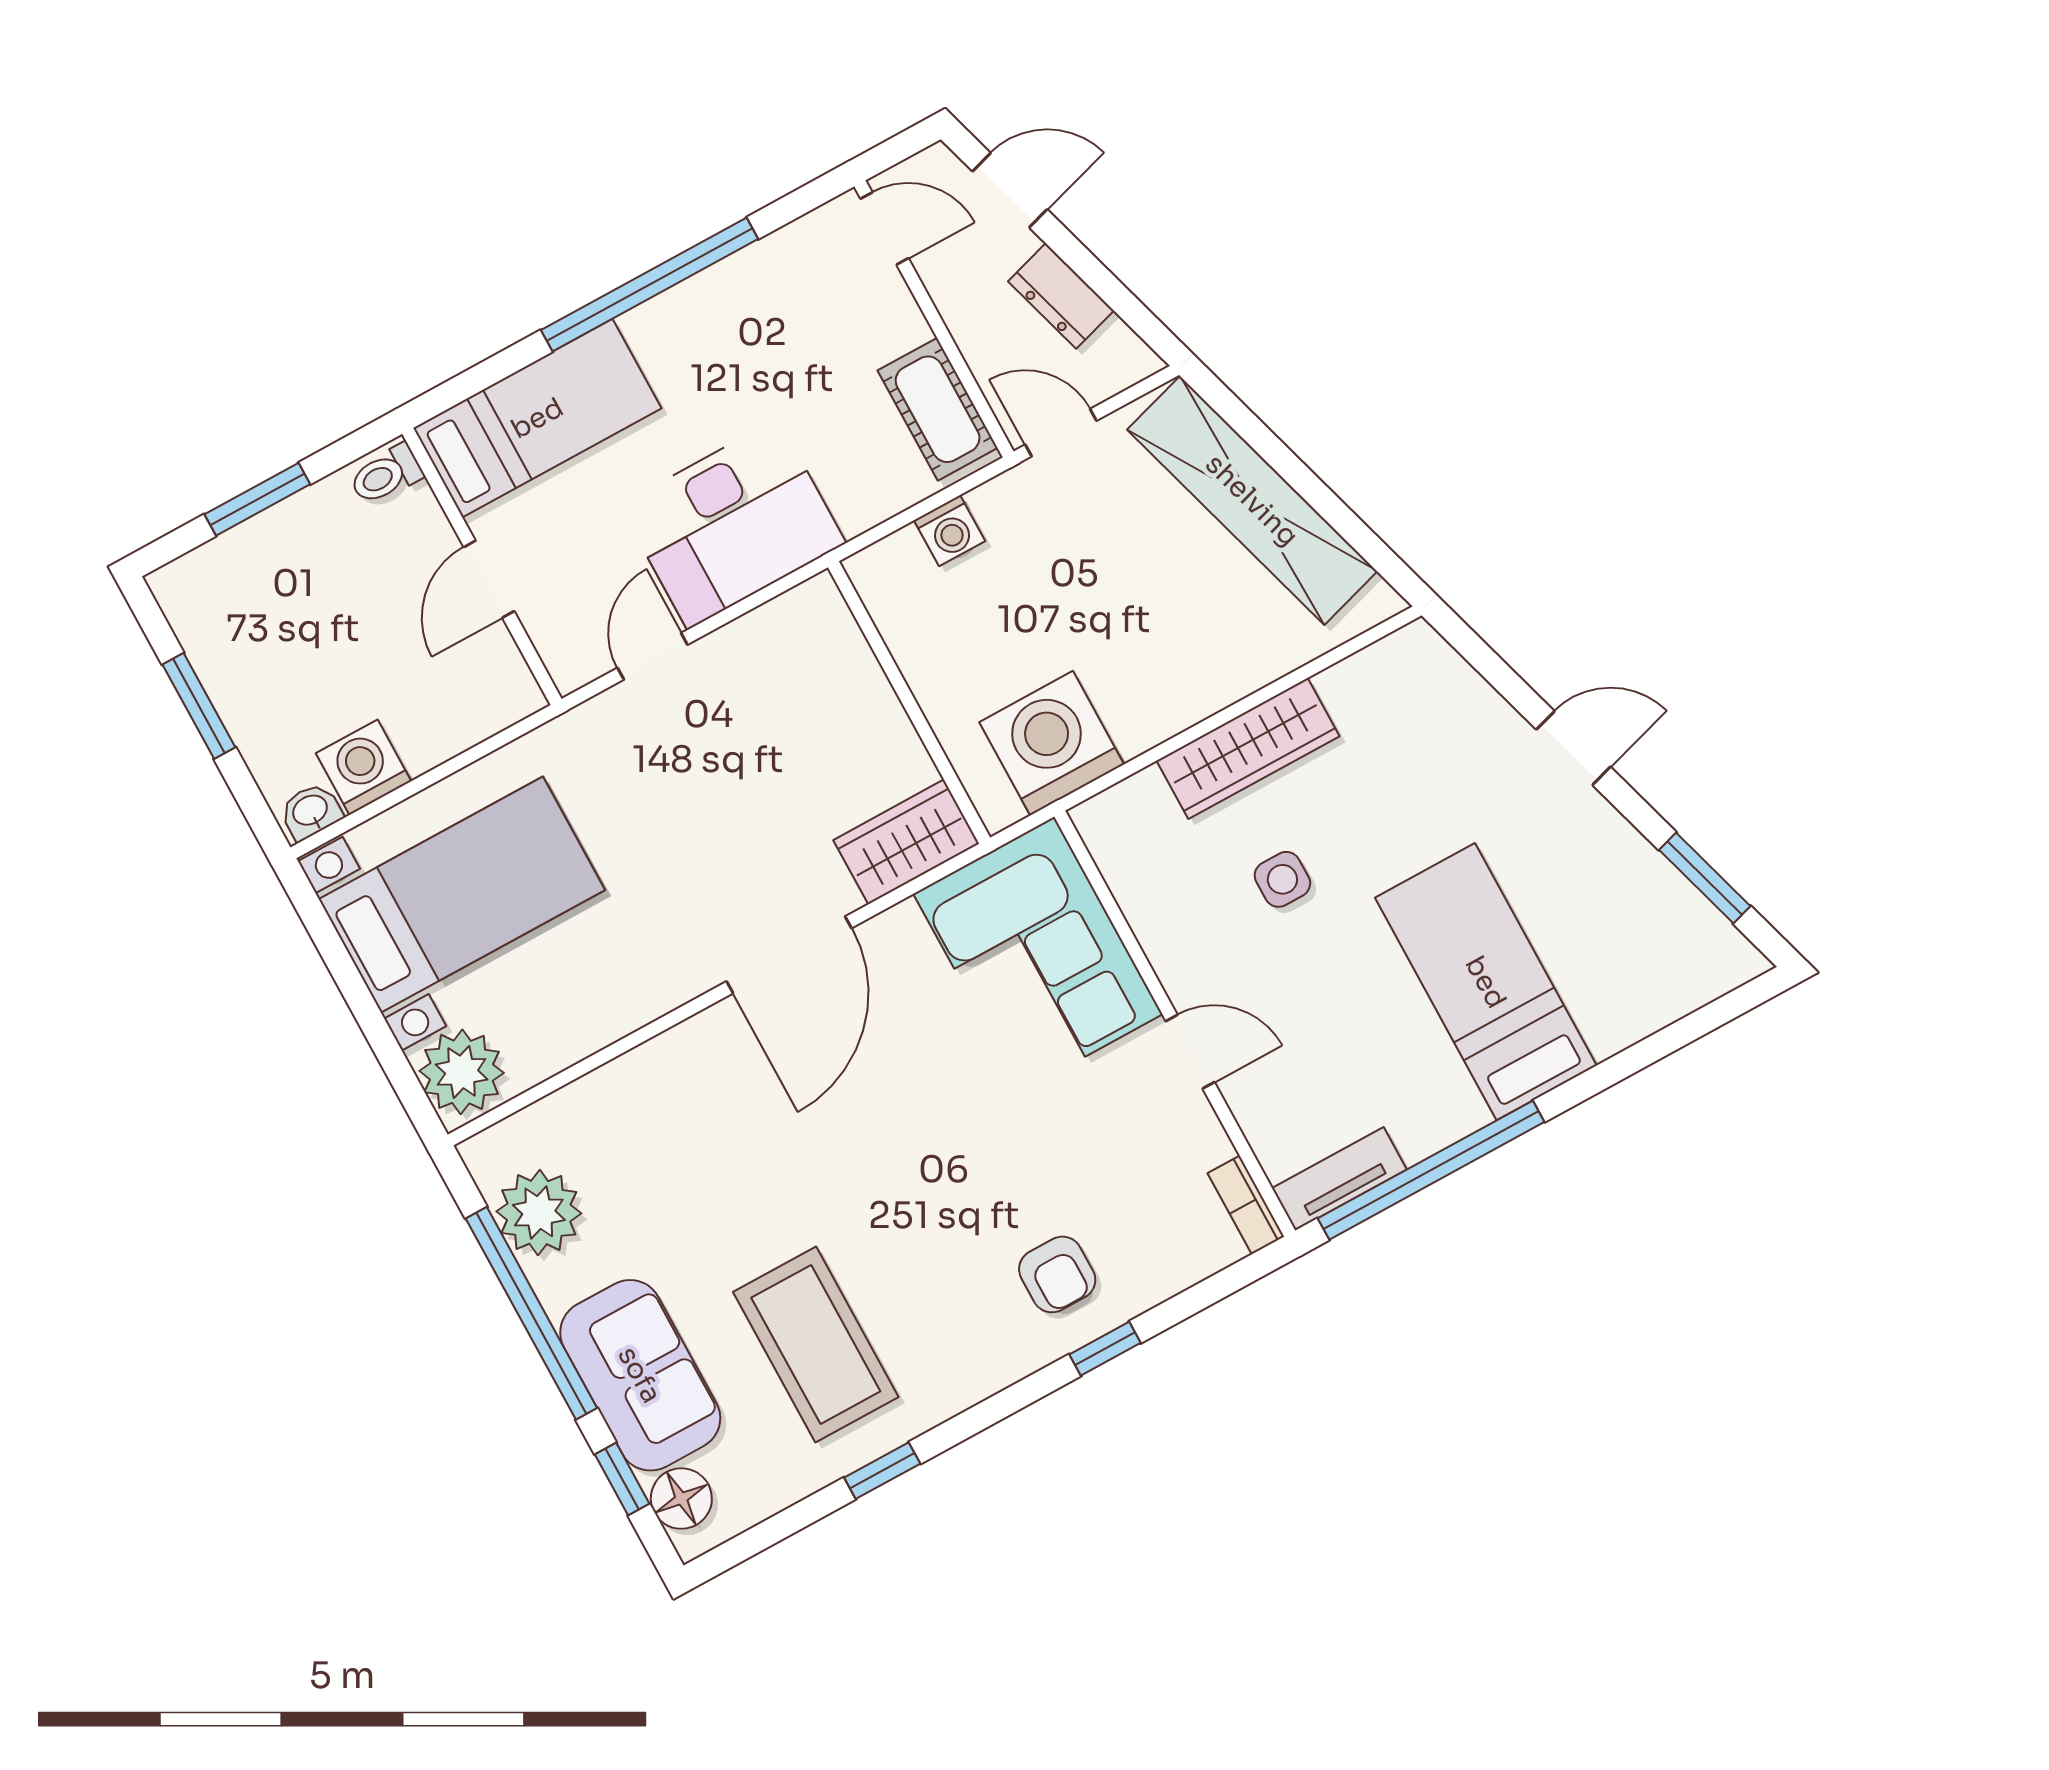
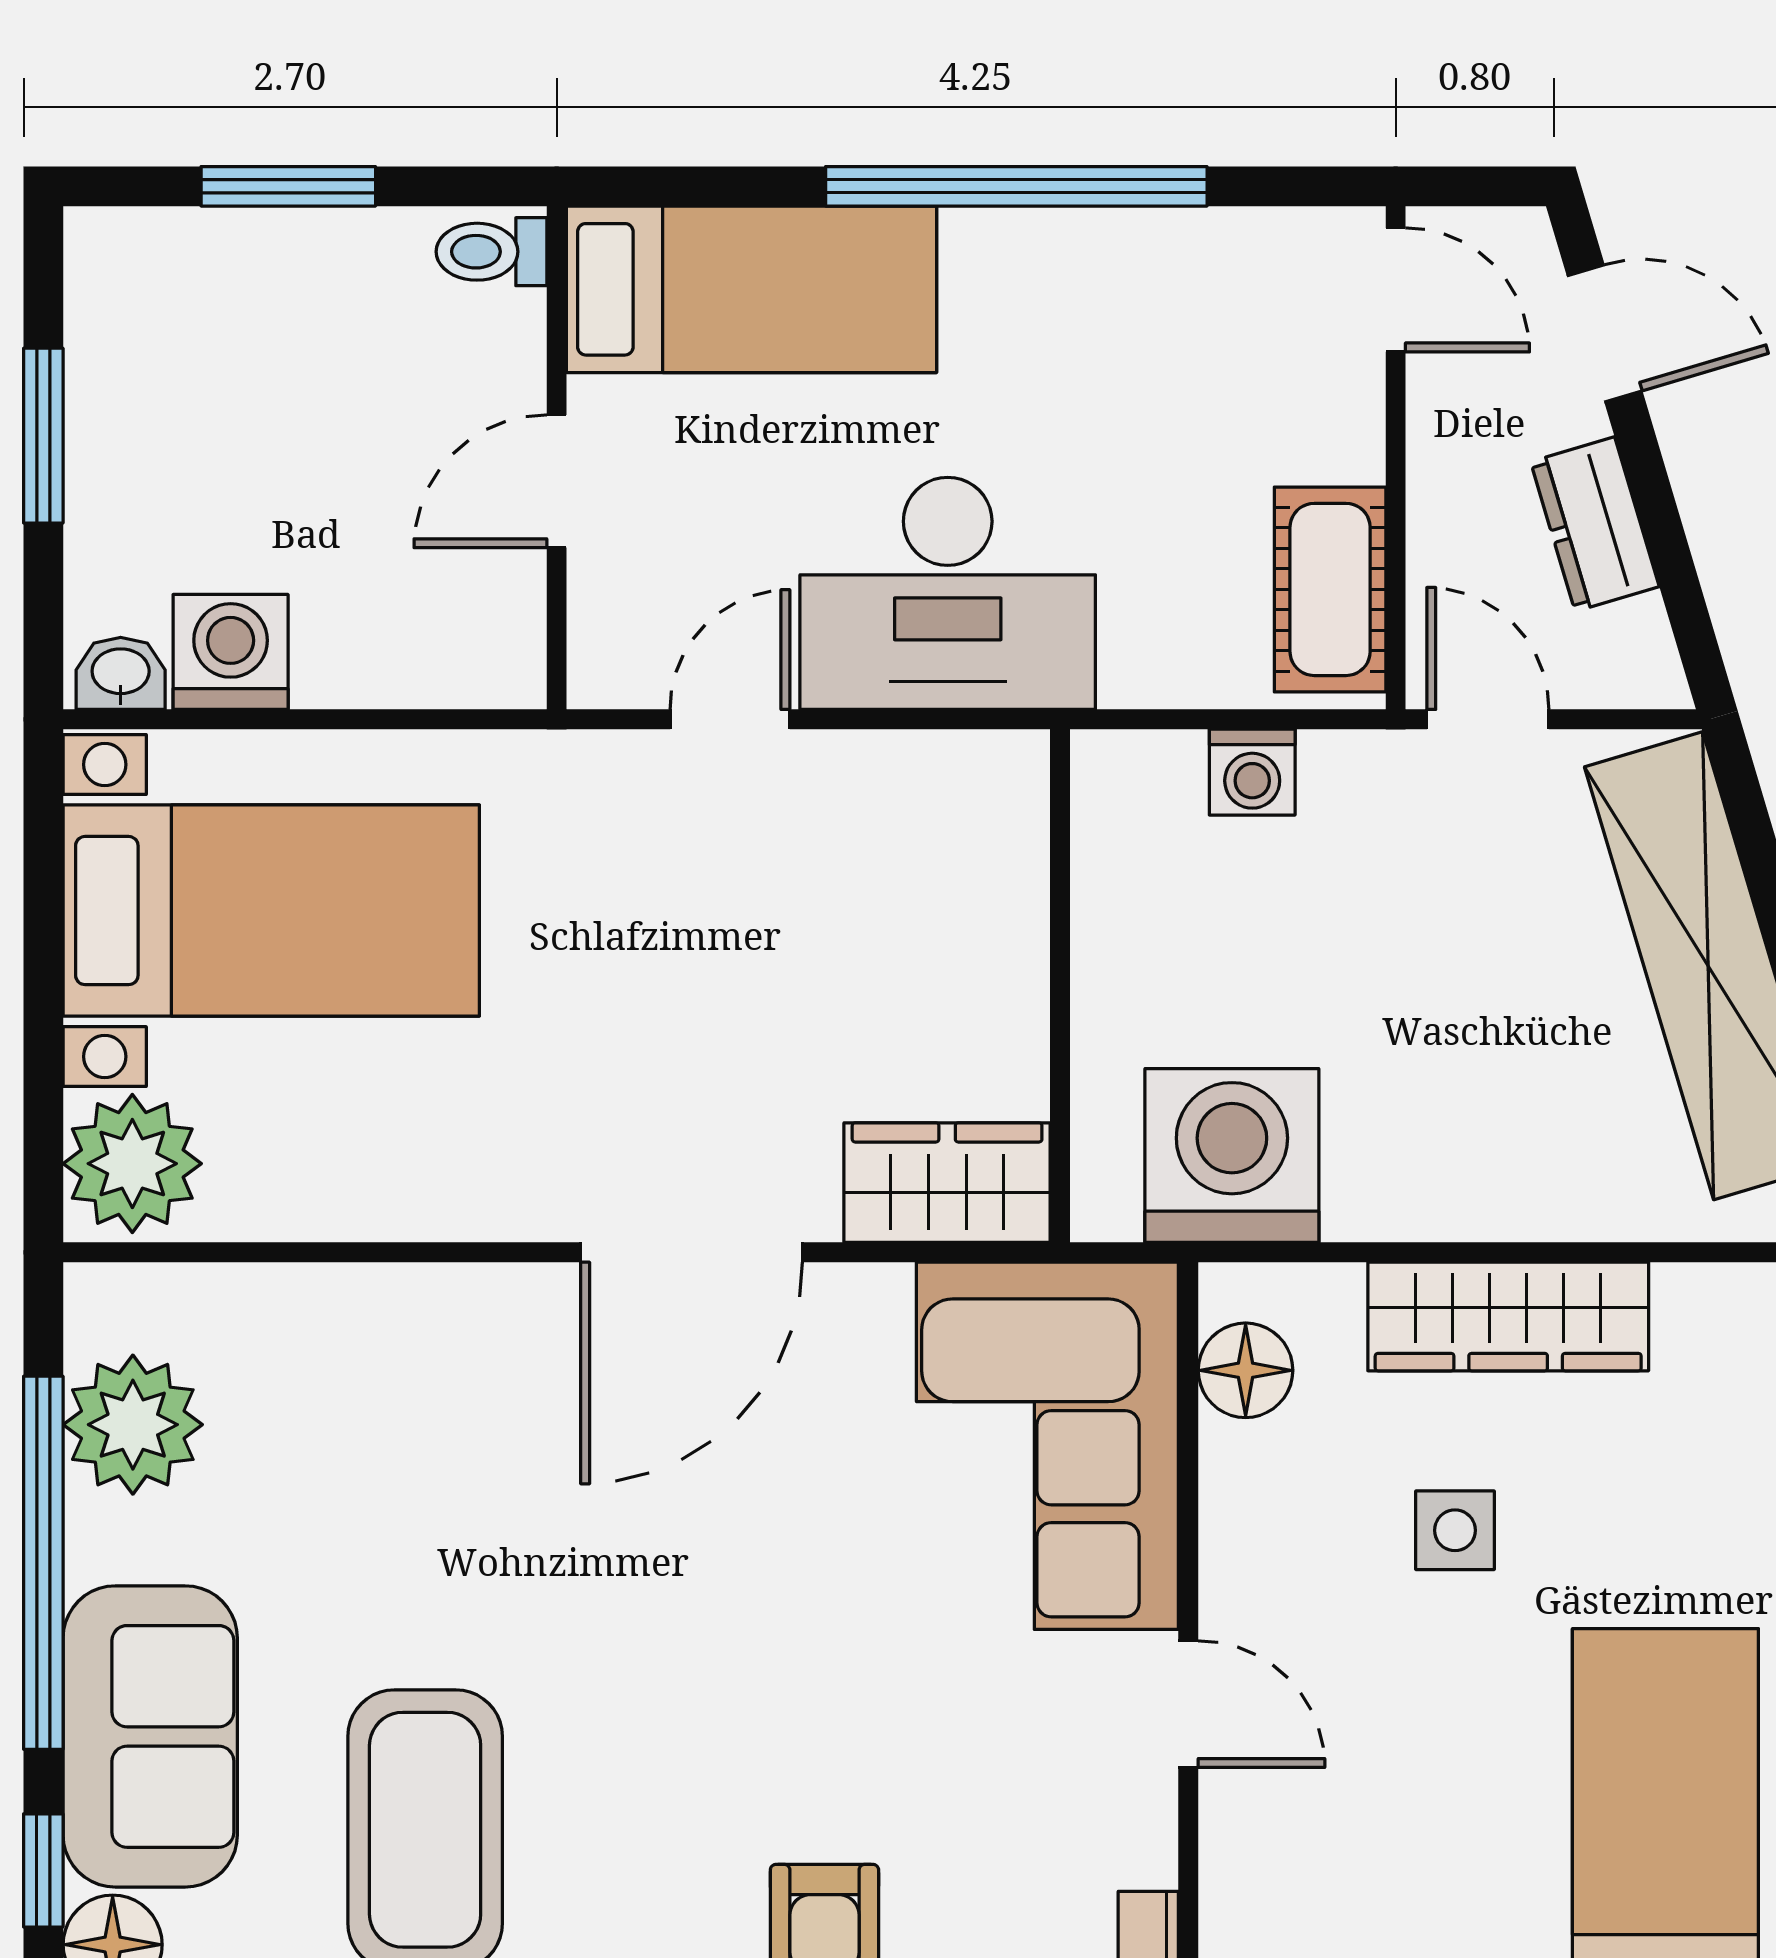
floor lamp: (1122, 855) -> (1246, 1370), added

